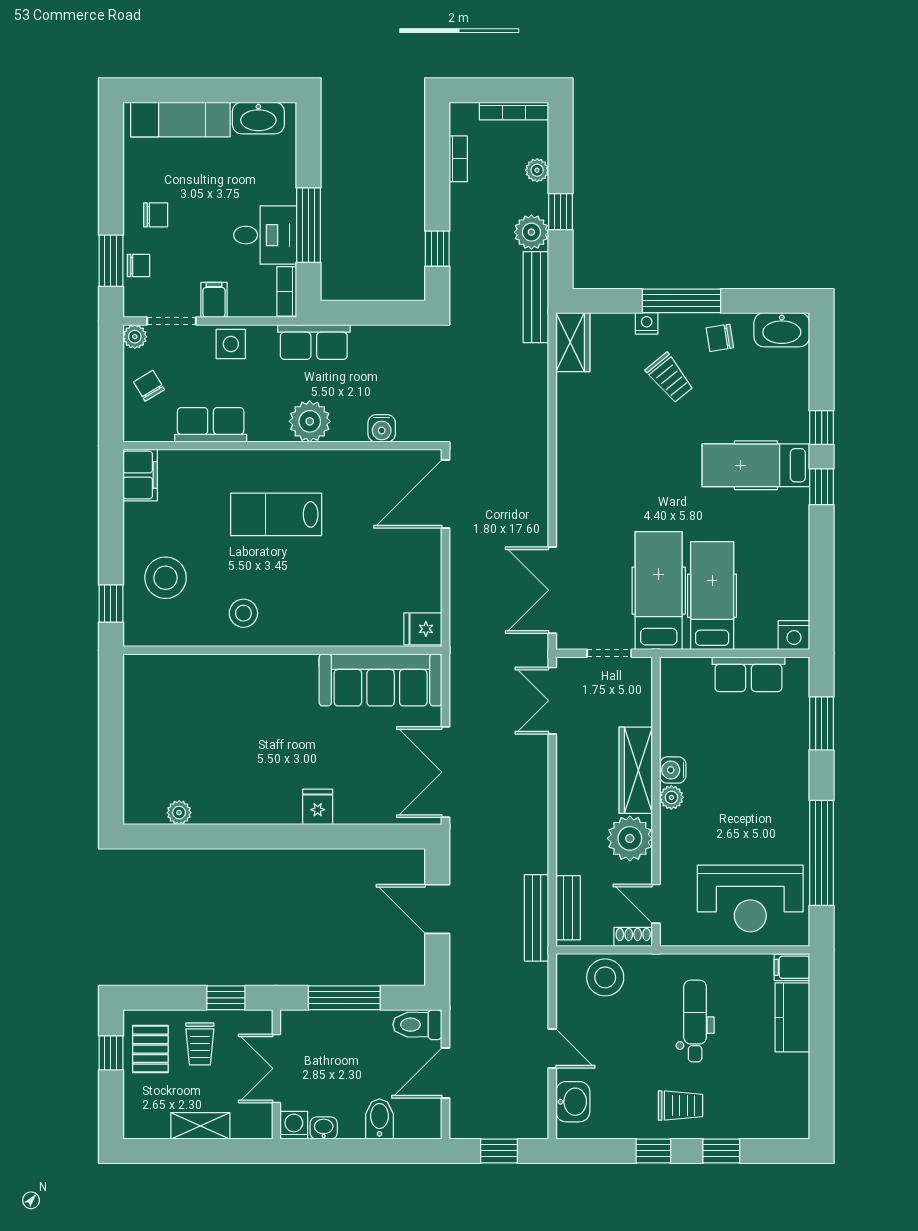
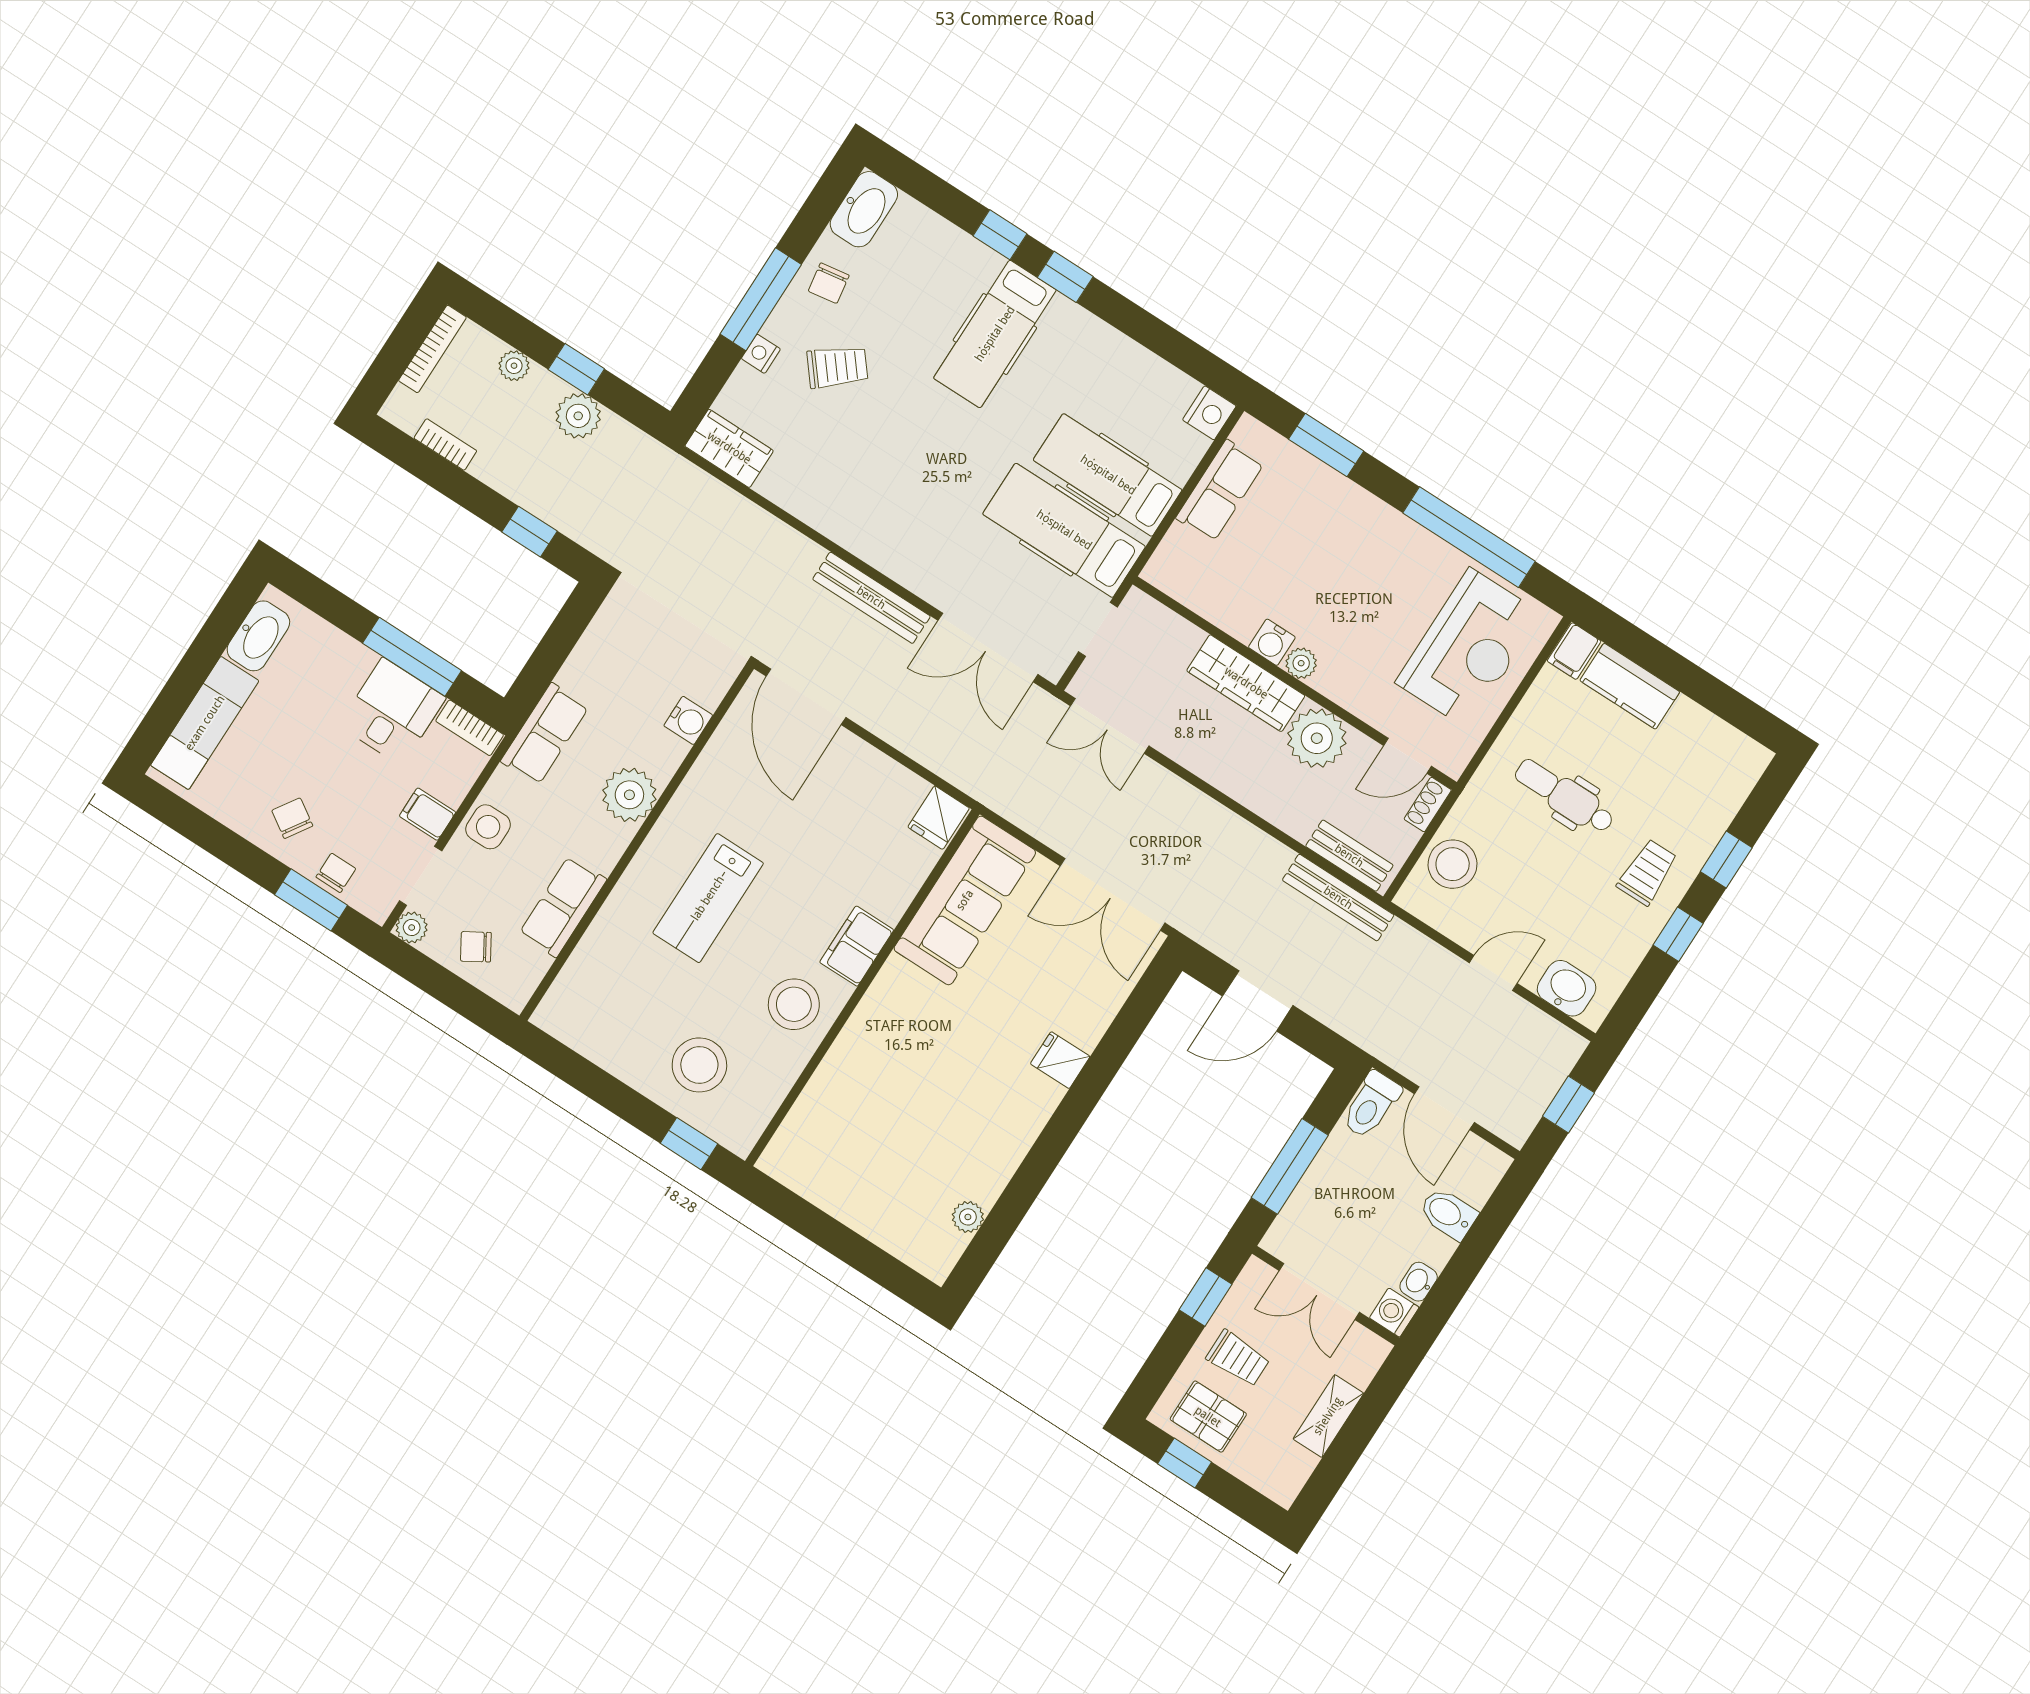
chair: (156, 215) -> (292, 818), turned -57
bench: (536, 297) -> (871, 598), moved
filing cabinet: (140, 475) -> (857, 946), moved, turned -90
stool: (243, 613) -> (794, 1004), width x1.38, depth x1.38

